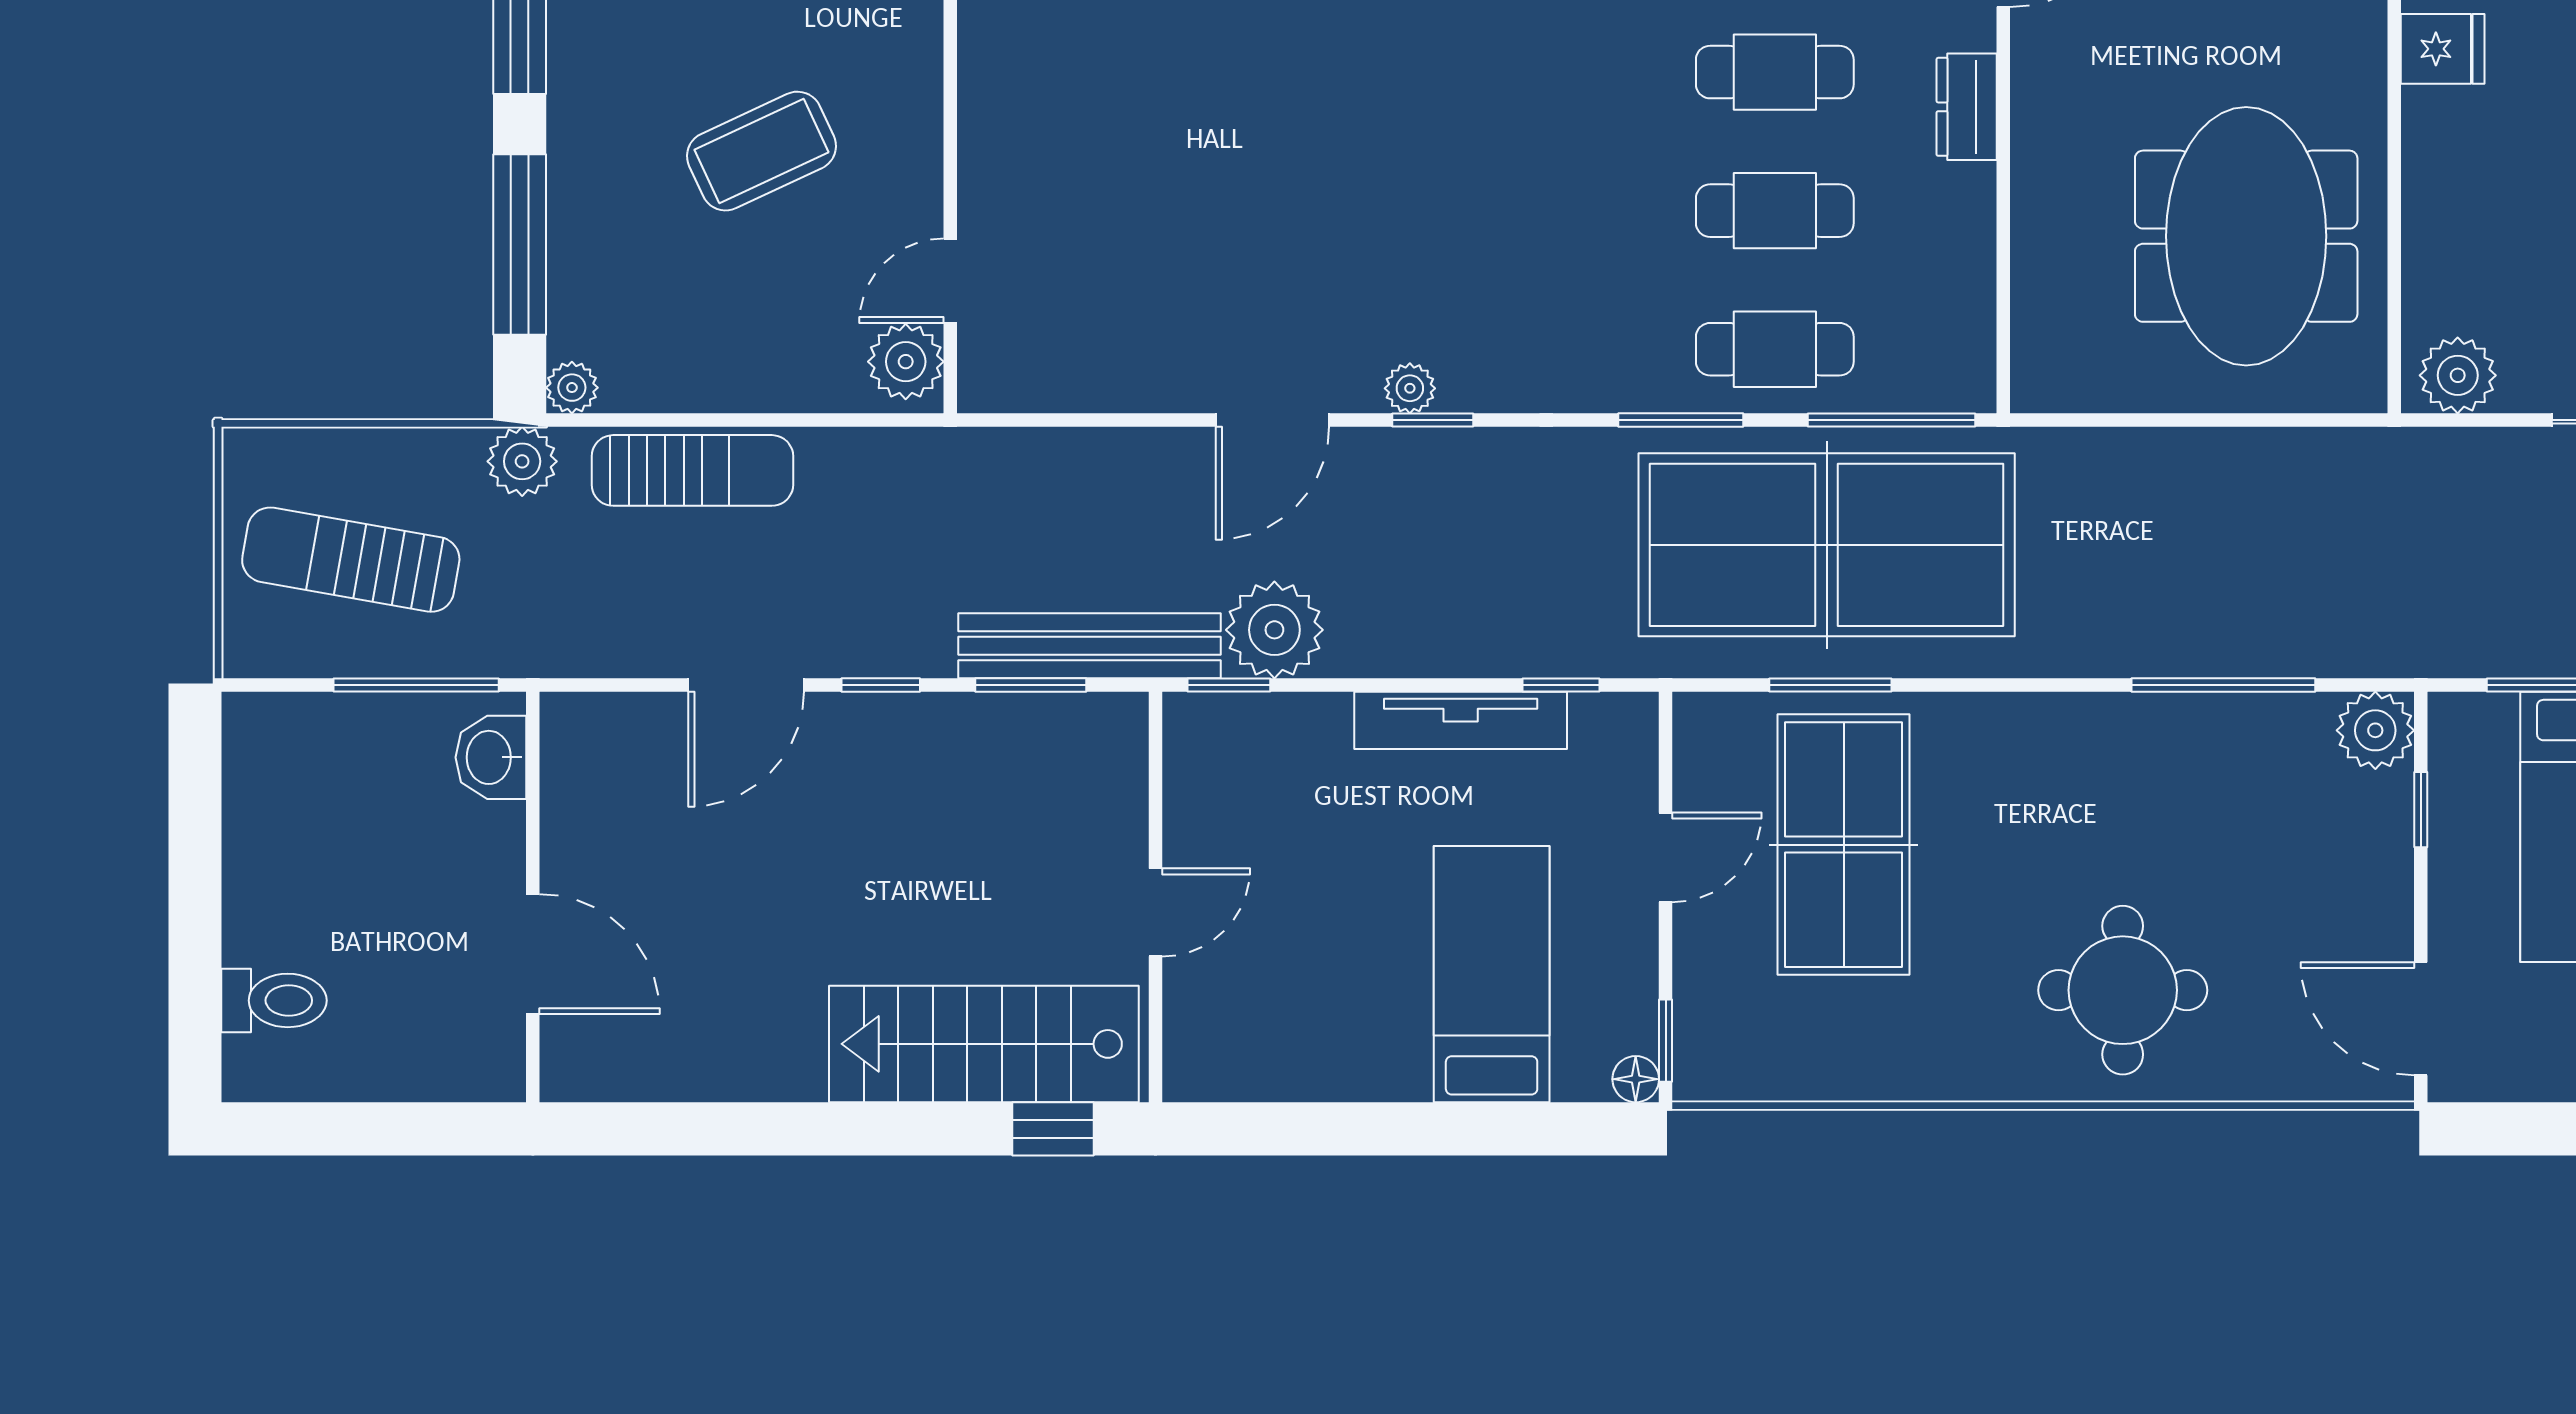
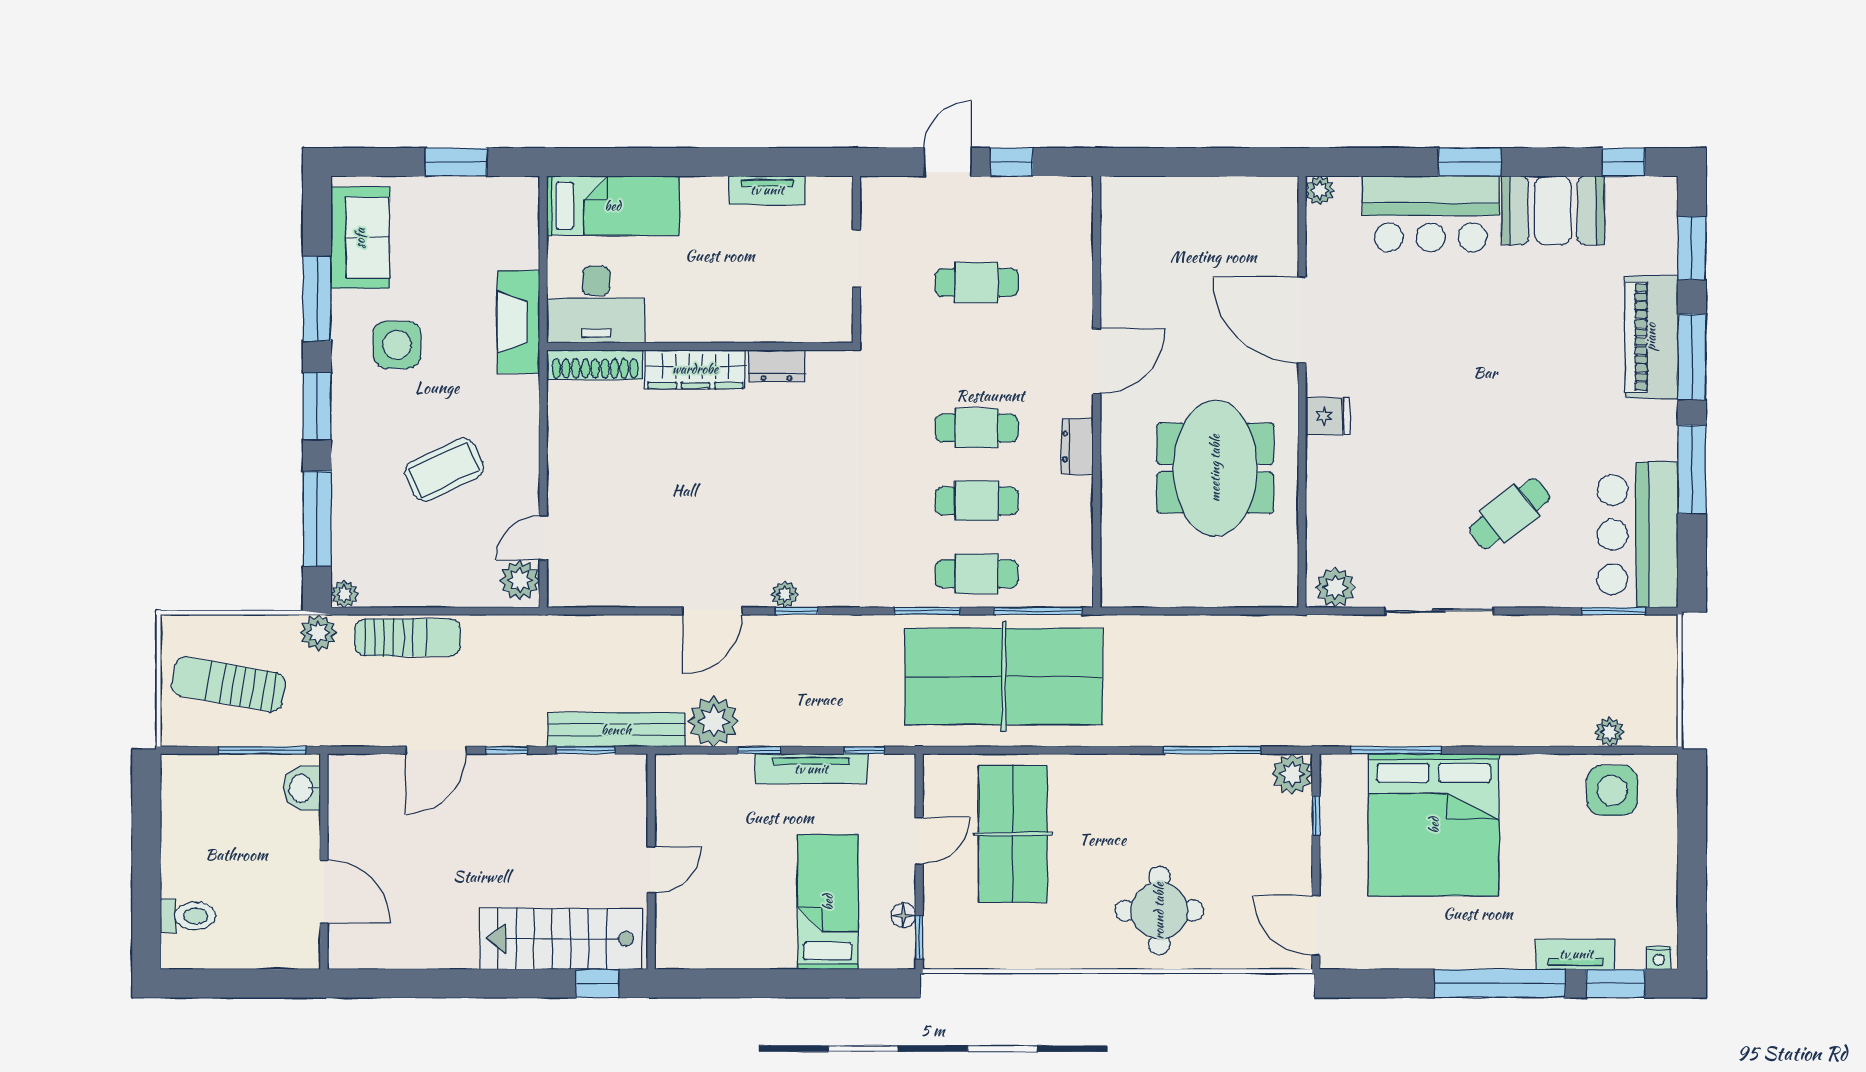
meeting table: (2246, 236) -> (1215, 468), moved
window: (1229, 685) -> (759, 750), moved
window: (1830, 685) -> (1006, 750), removed
floor lamp: (1636, 1079) -> (903, 915), moved

